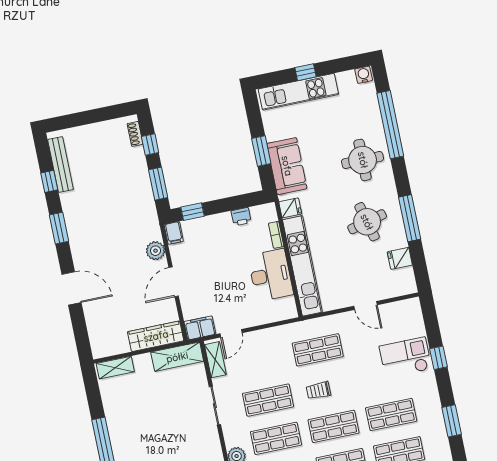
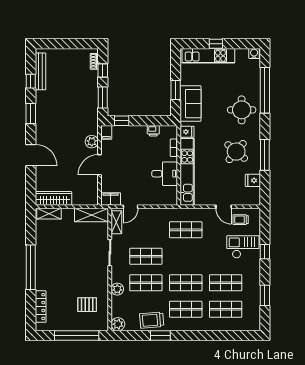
round table: (367, 222) -> (236, 152), turned -36
desk: (271, 275) -> (165, 174), width x0.73
wardrobe: (156, 336) -> (53, 198), moved
trolley: (318, 390) -> (241, 220), moved

